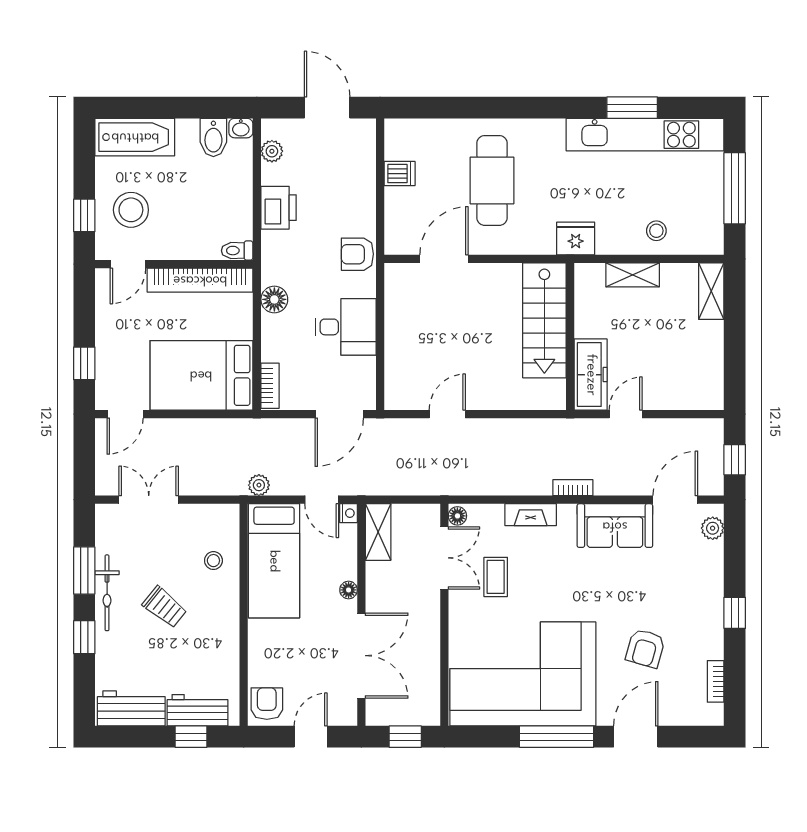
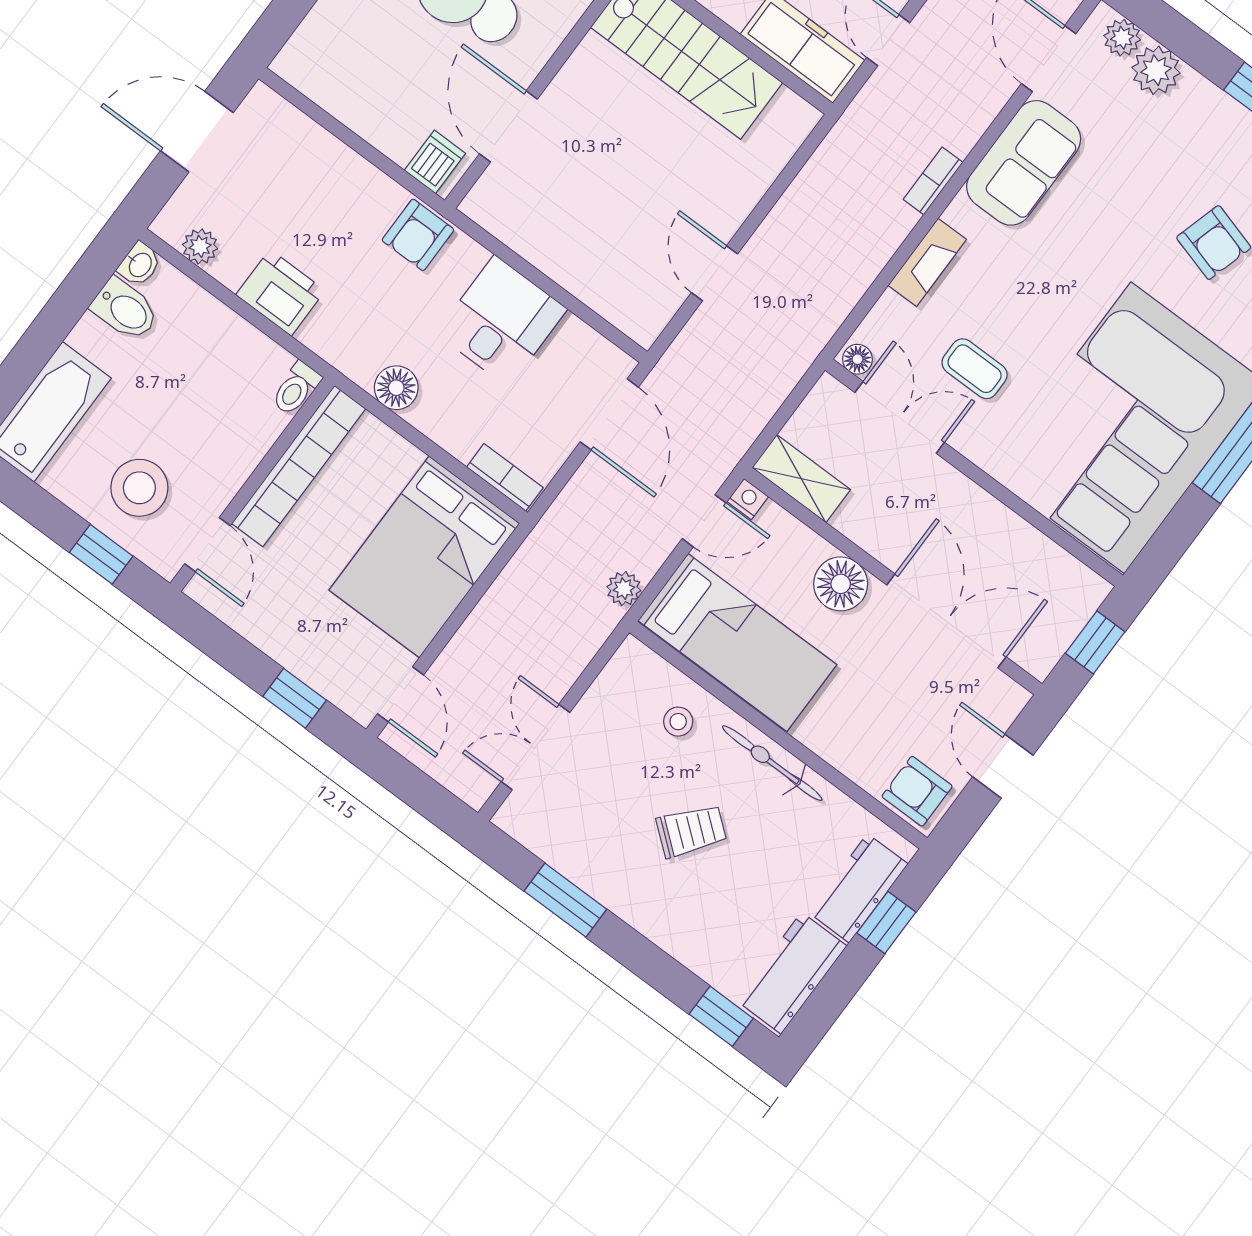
dishwasher: (400, 174) -> (435, 162), moved
plant: (709, 557) -> (1156, 70), added
floor lamp: (349, 590) -> (841, 584), width x1.89, depth x1.89
bicycle: (107, 593) -> (772, 763), moved, turned 180
window: (84, 637) -> (721, 1016), moved

